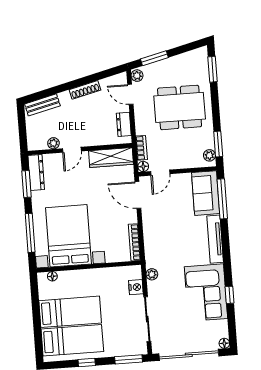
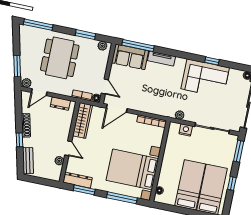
window: (213, 69) -> (38, 25), width x1.44
window: (65, 87) -> (19, 140), added
window: (218, 144) -> (85, 35), moved
tv unit: (215, 239) -> (161, 59), width x0.71

